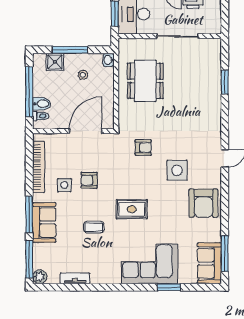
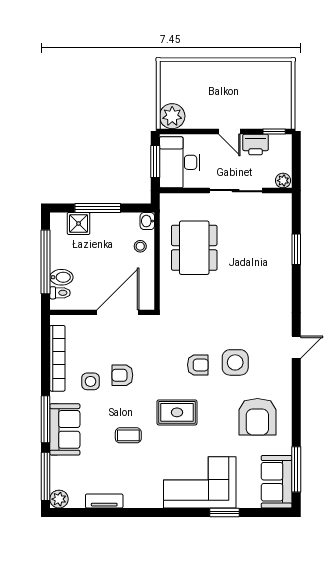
plant: (214, 28) -> (283, 181), added
stool: (83, 75) -> (140, 246), moved
armchair: (143, 147) -> (198, 365), moved
armchair: (203, 203) -> (257, 417), moved

